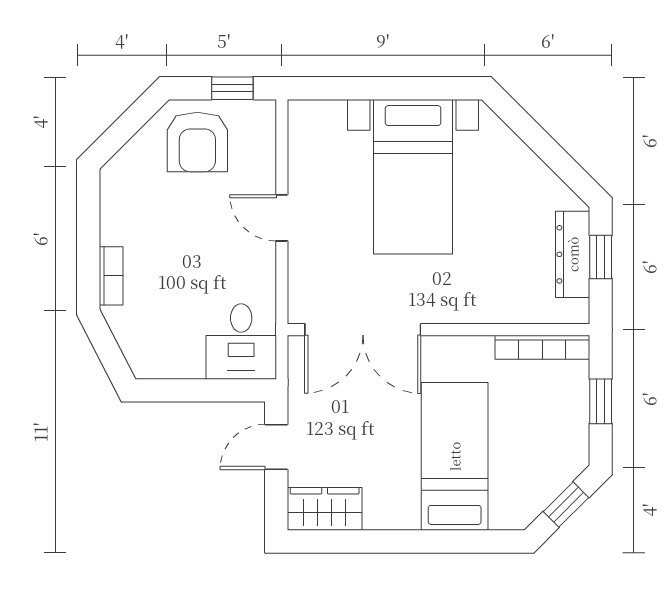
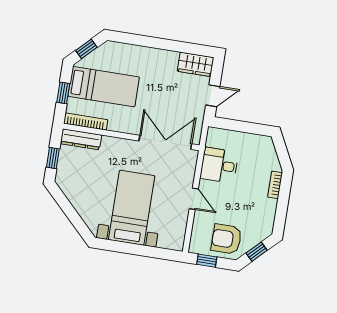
window: (128, 125) -> (257, 252), added
armchair: (197, 142) -> (226, 239), turned -90
dresser: (573, 254) -> (81, 139), moved, turned 90
desk: (241, 342) -> (219, 165), moved, turned -90
bed: (455, 456) -> (104, 87), moved, turned -90

